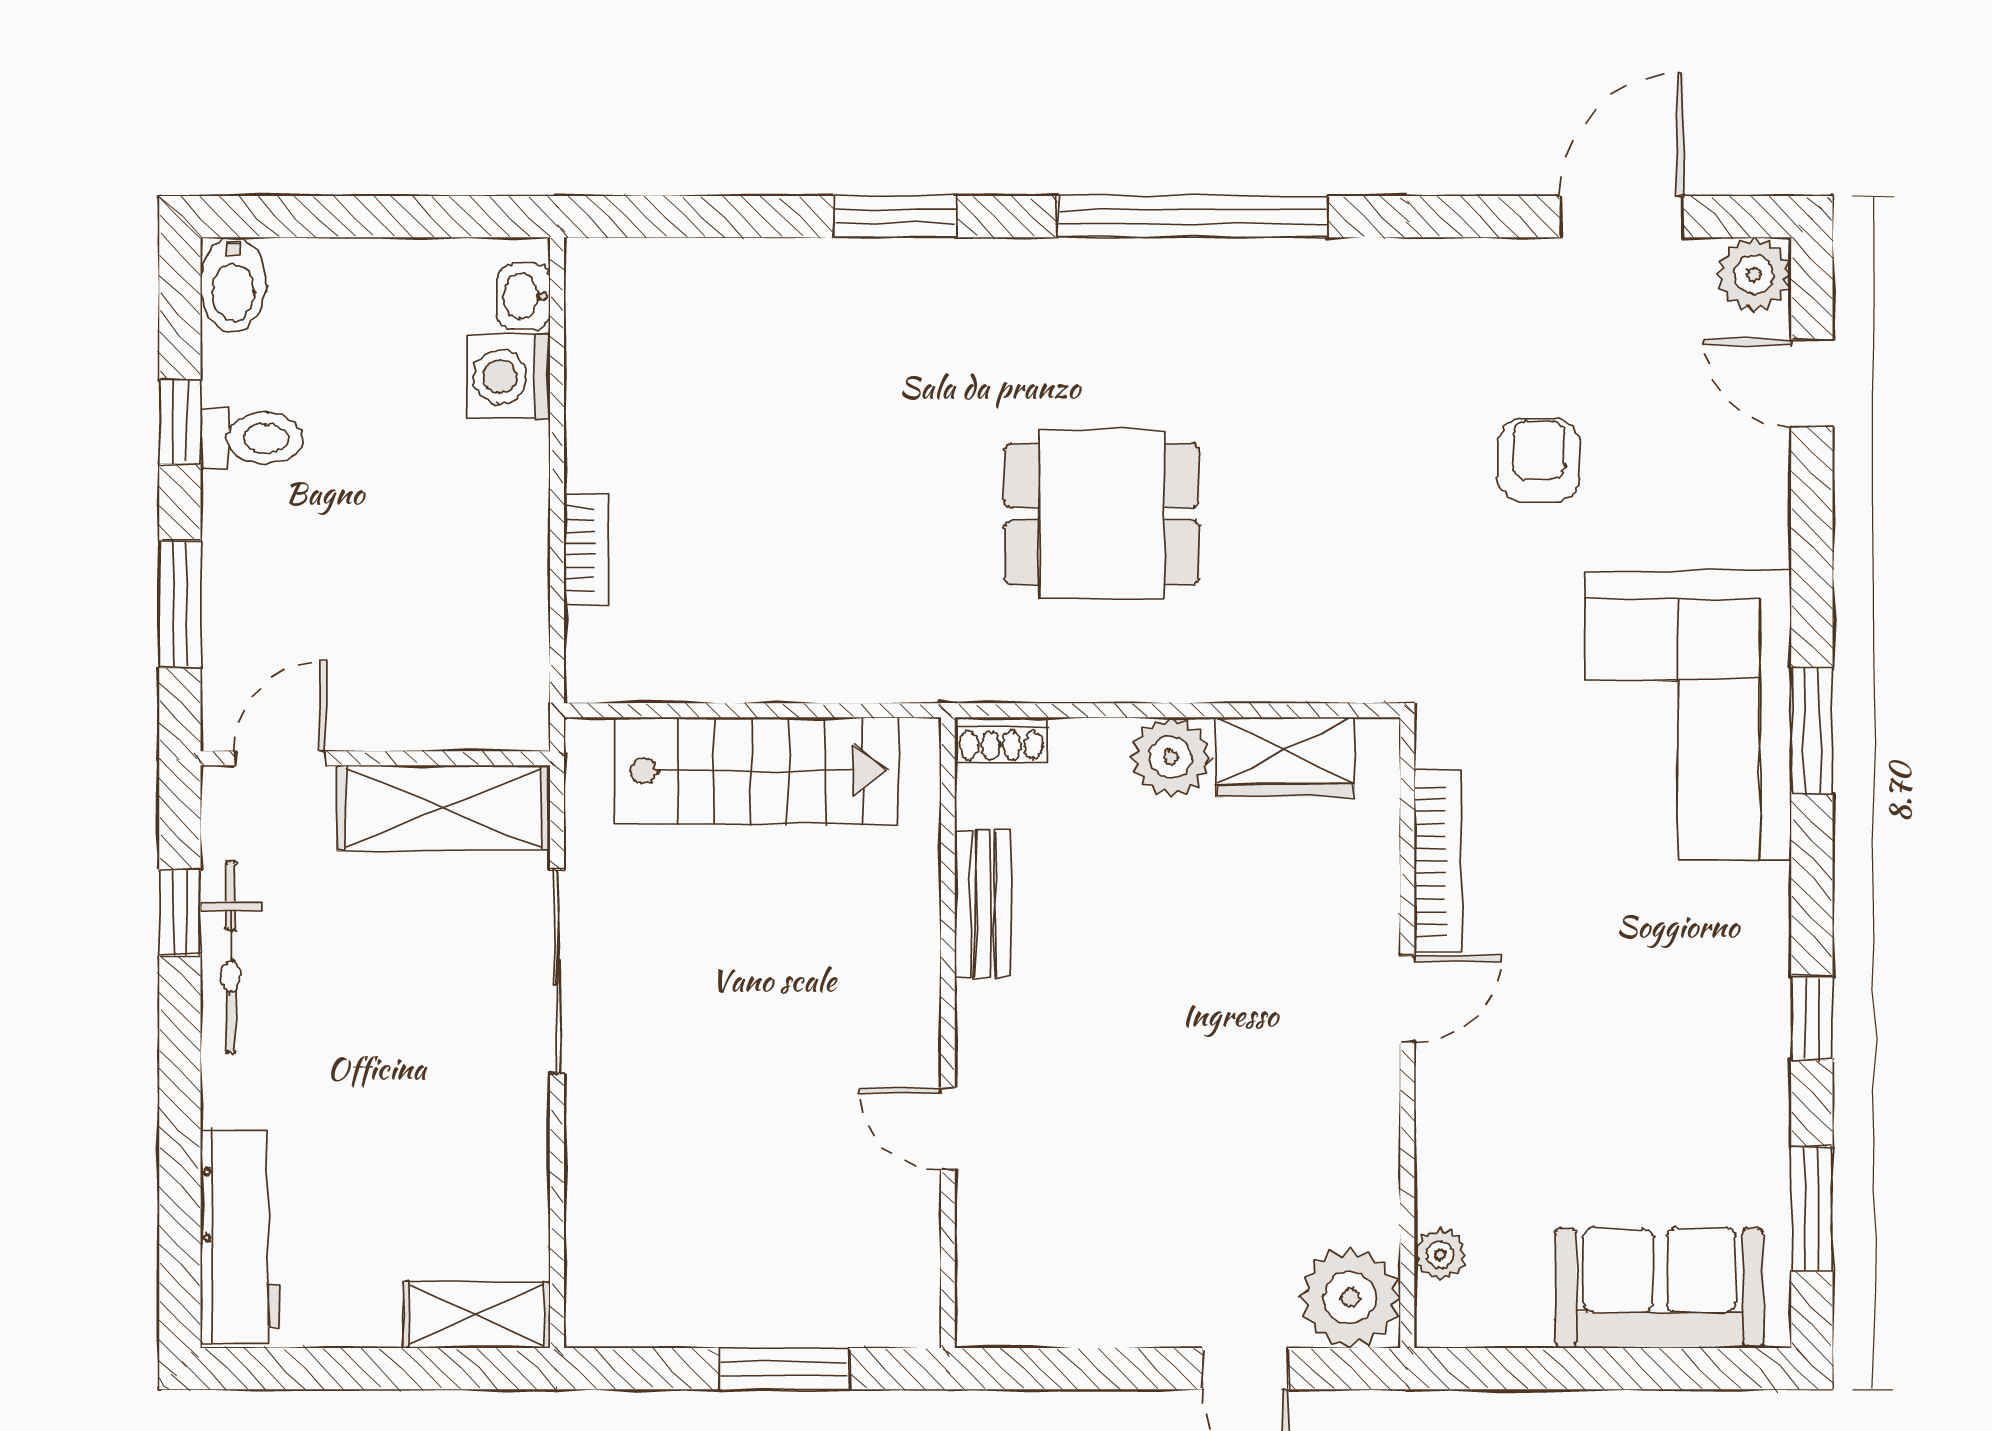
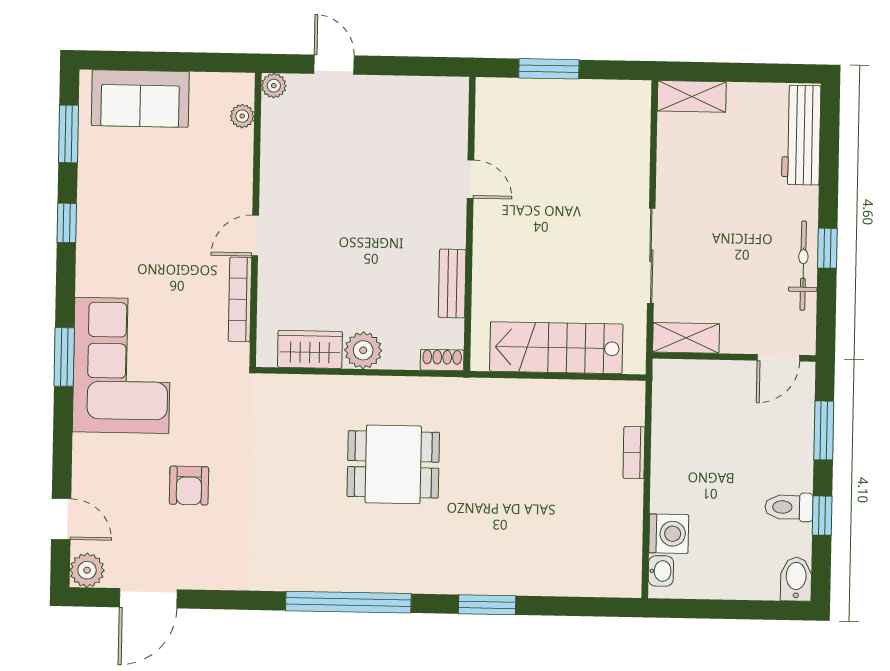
shelving: (444, 808) -> (686, 338), width x0.67, depth x0.75
window: (180, 913) -> (827, 248), moved
plant: (1350, 1298) -> (274, 86), width x0.53, depth x0.53

